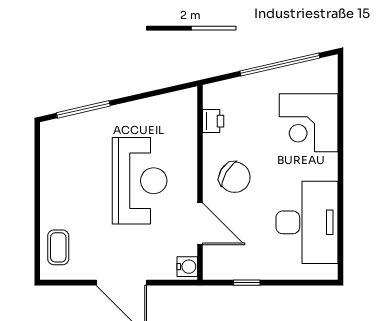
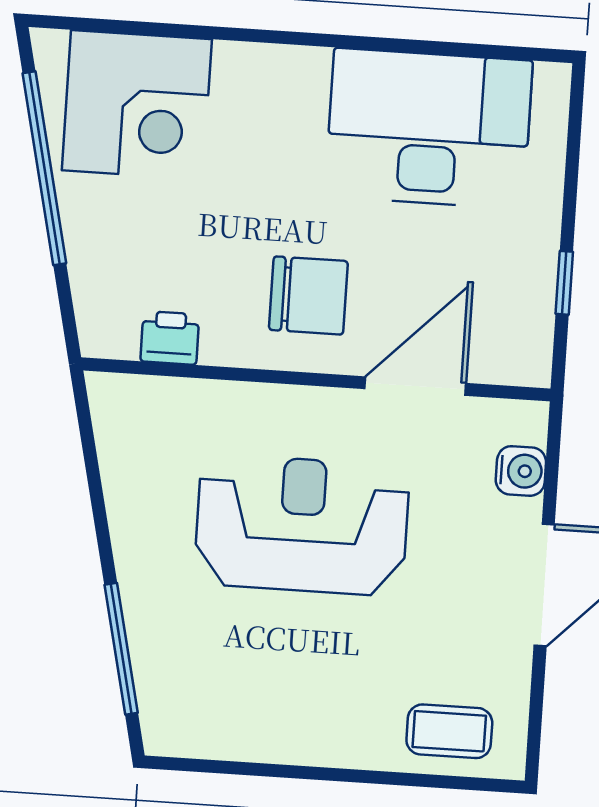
corner desk: (309, 123) -> (137, 105), moved
chair: (235, 177) -> (308, 295), turned 59
water cooler: (187, 267) -> (521, 471), moved, turned 90

